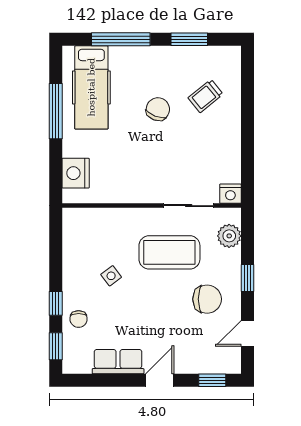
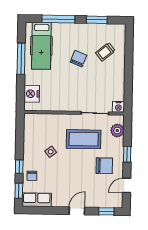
row of seats: (118, 362) -> (37, 200), moved

